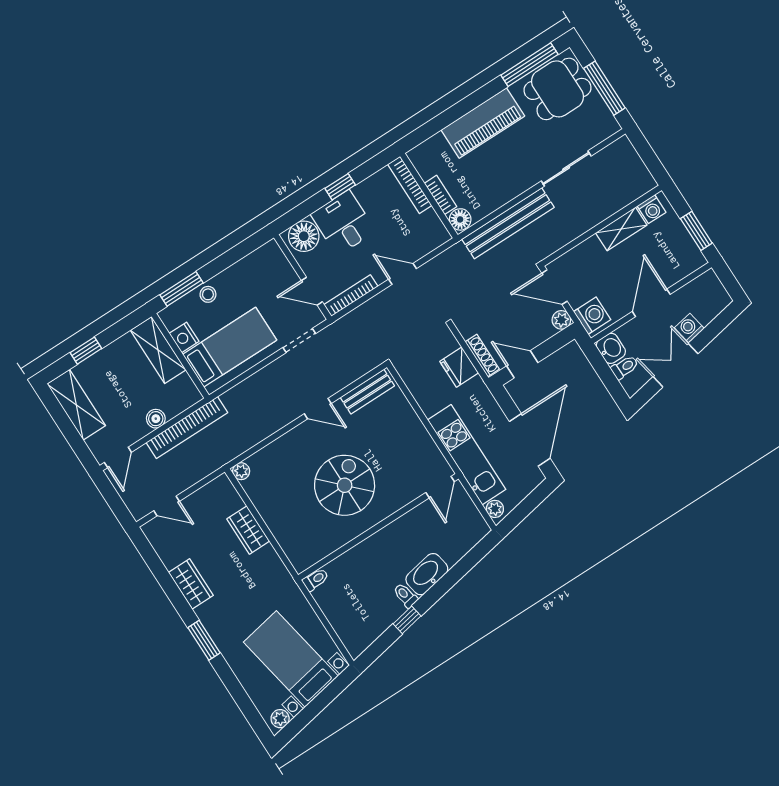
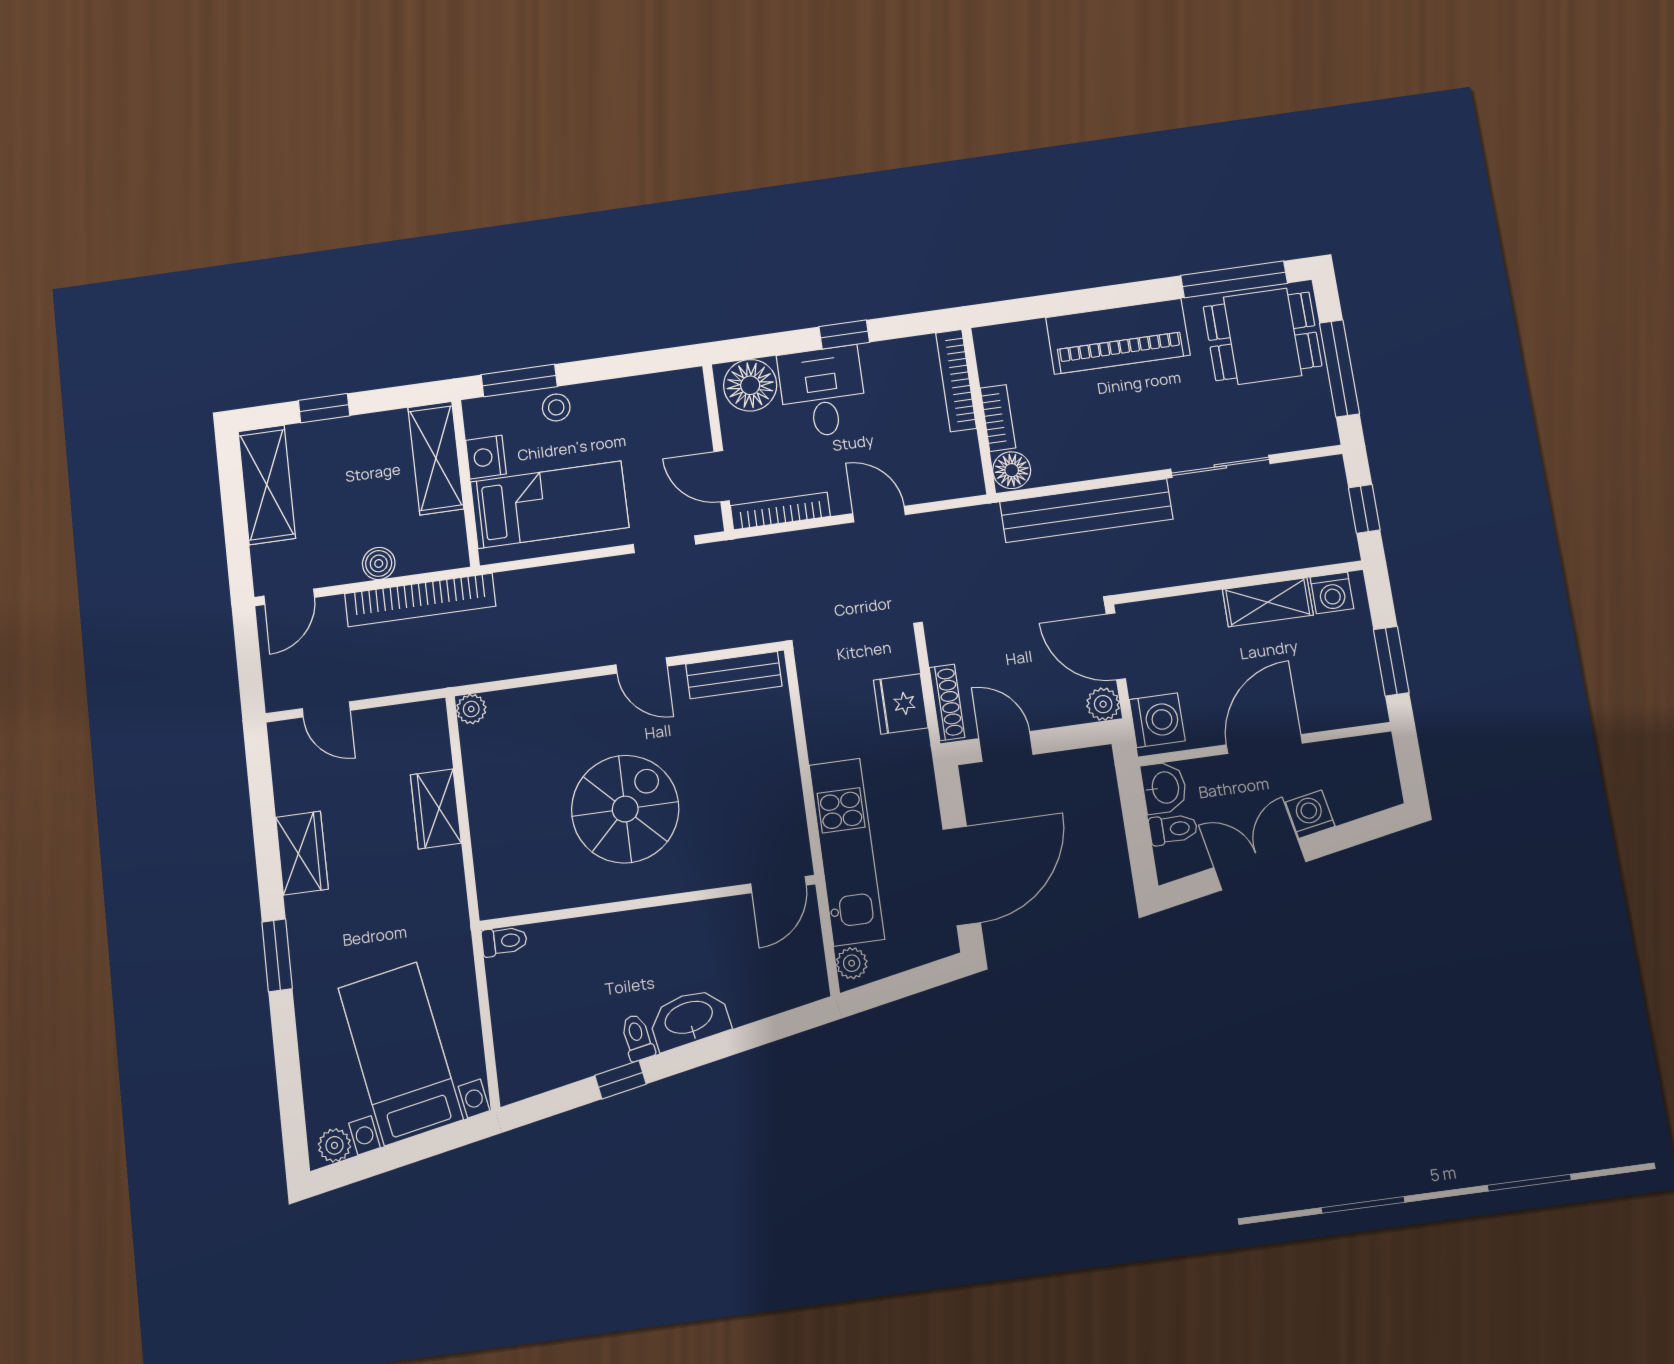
window: (649, 157) -> (1364, 509), added

